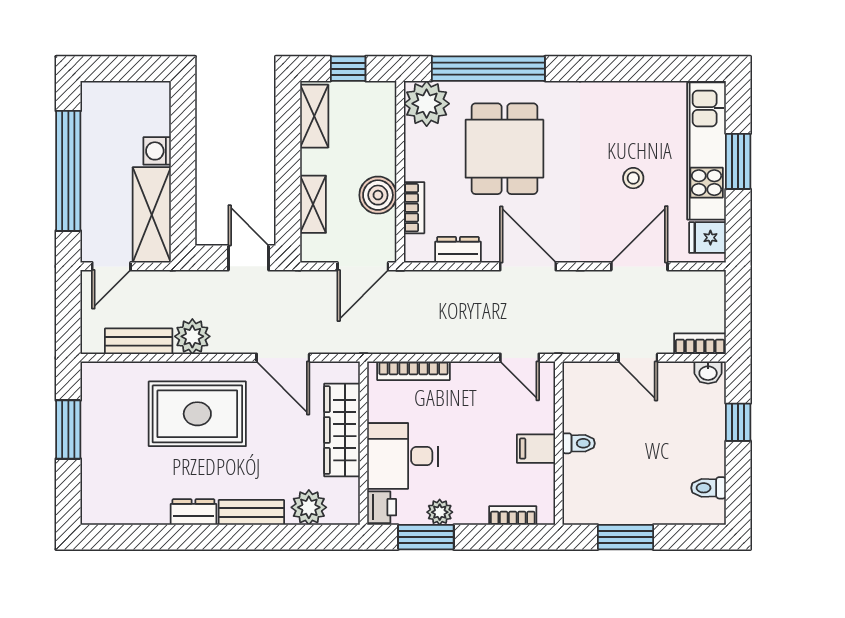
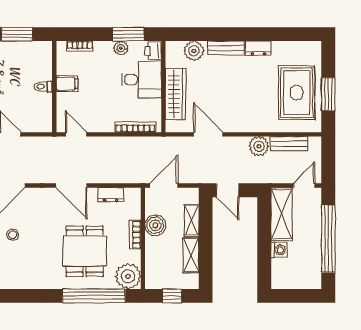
shelving: (314, 116) -> (191, 255), moved
bookcase: (414, 208) -> (135, 235), moved
rug: (197, 414) -> (297, 93), moved, turned 90

